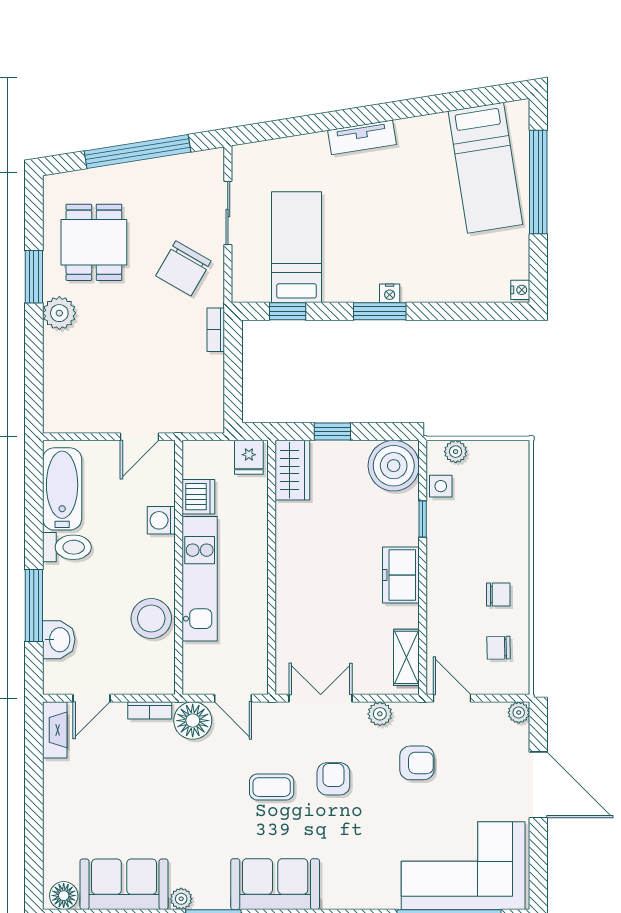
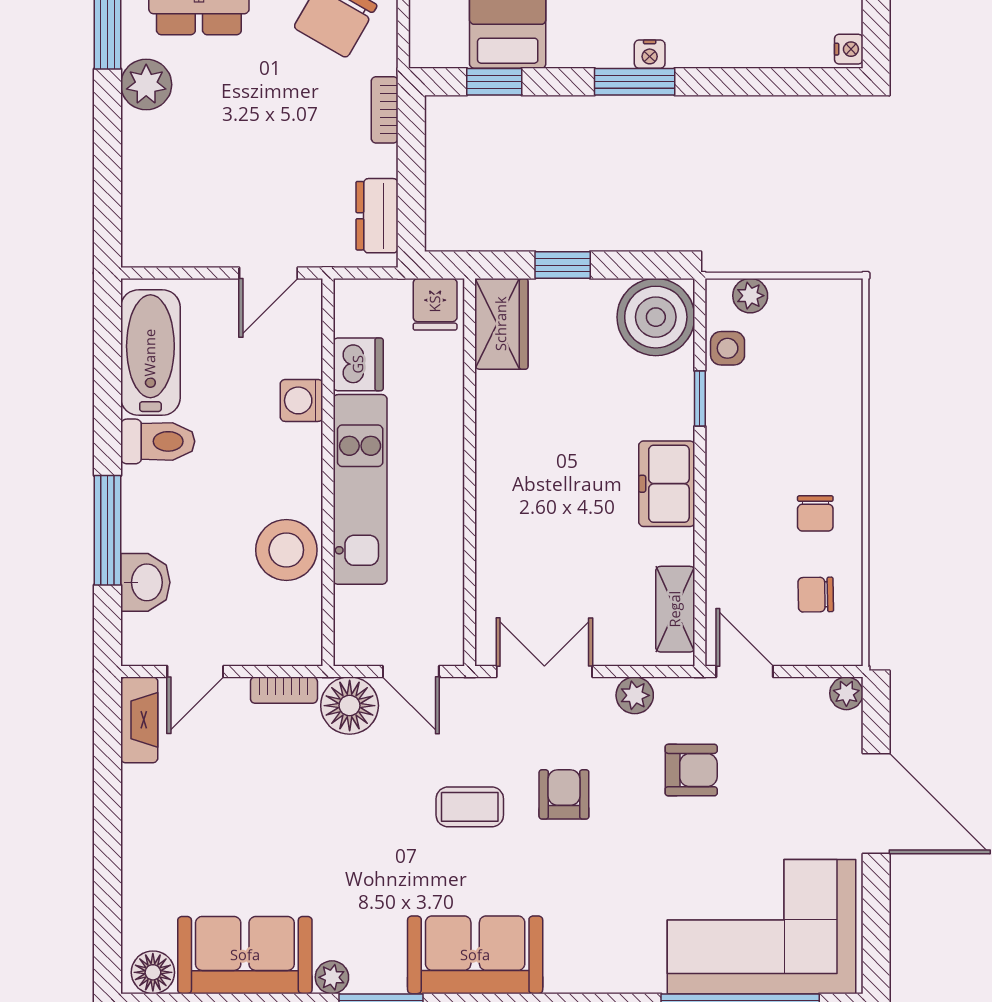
dresser: (211, 399) -> (377, 216), added
chair: (498, 594) -> (815, 513), turned 90

